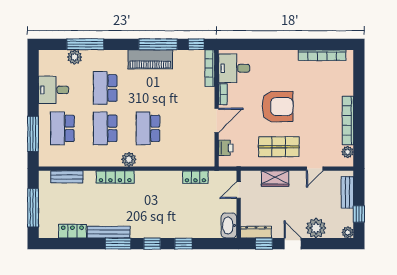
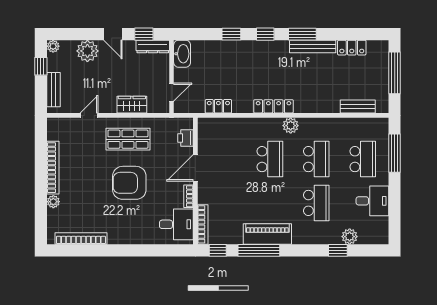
window: (85, 44) -> (338, 250), width x0.46
plant: (348, 152) -> (53, 202), moved
locker: (115, 177) -> (273, 106), moved

